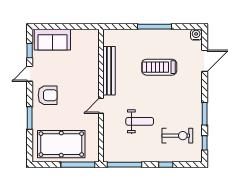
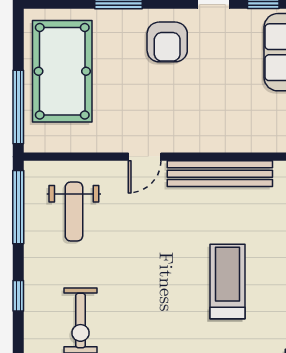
door: (101, 106) -> (145, 157), swing flipped
weight bench: (140, 121) -> (74, 211), moved

